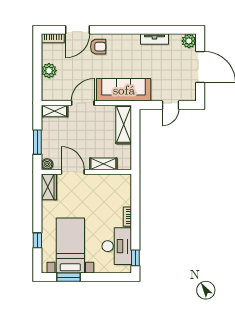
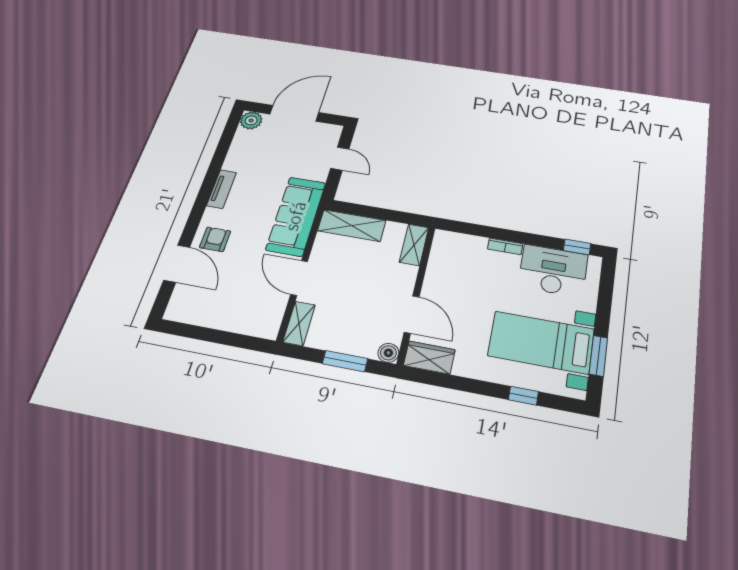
bookcase: (53, 38) -> (176, 303), removed
tv unit: (154, 39) -> (222, 189), moved
plant: (49, 71) -> (228, 319), removed
shelving: (103, 164) -> (414, 245), moved
door: (73, 172) -> (412, 314), swing flipped

